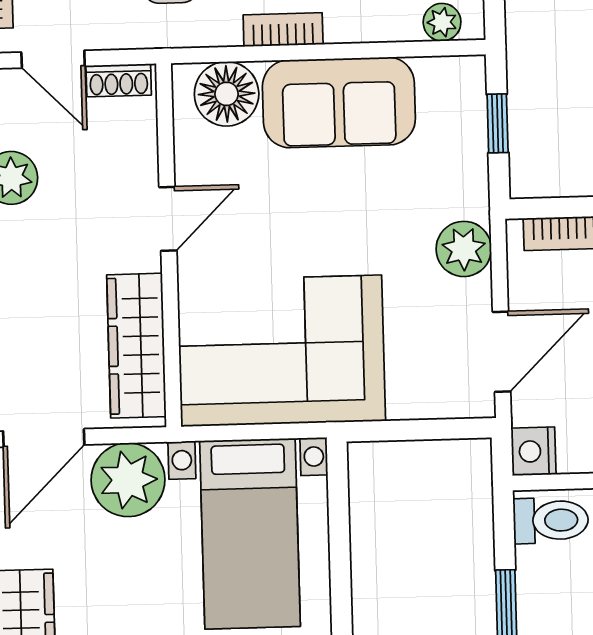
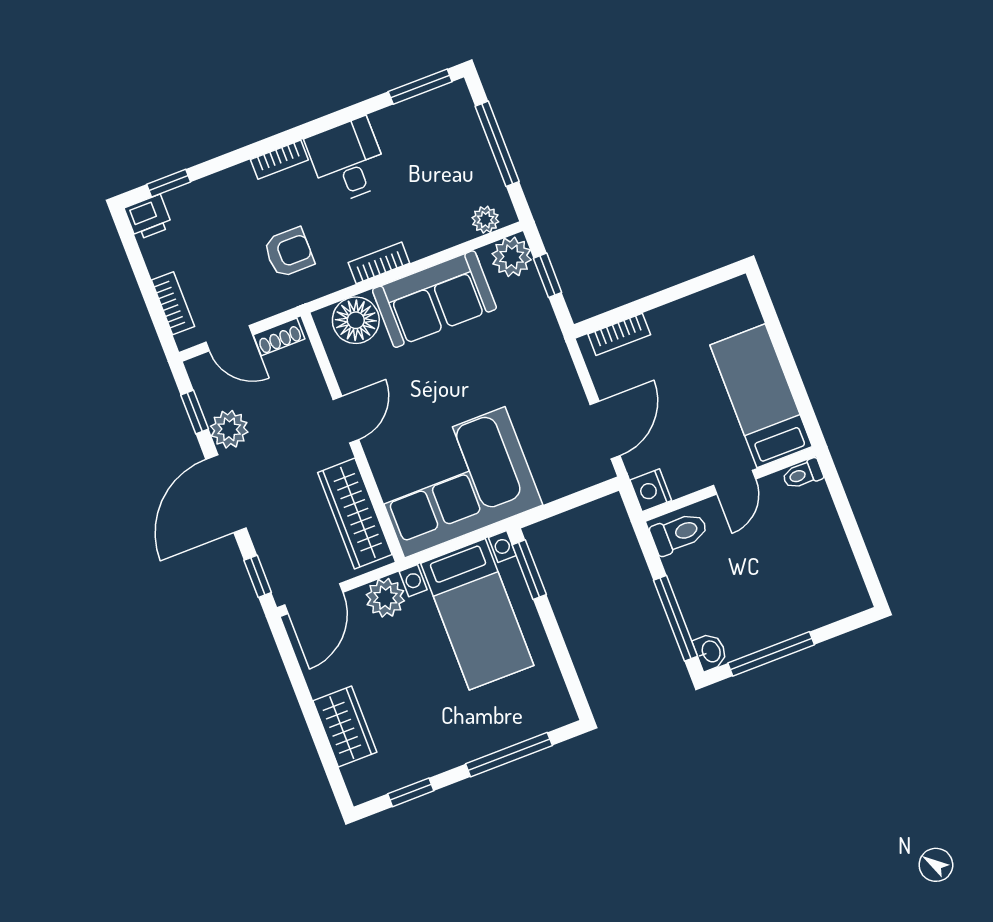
plant: (464, 249) -> (512, 257), moved
plant: (128, 480) -> (385, 598), width x0.73, depth x0.73
window: (338, 499) -> (529, 570), added

